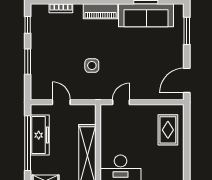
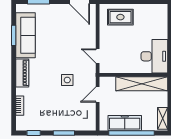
door: (61, 102) -> (98, 94), moved

